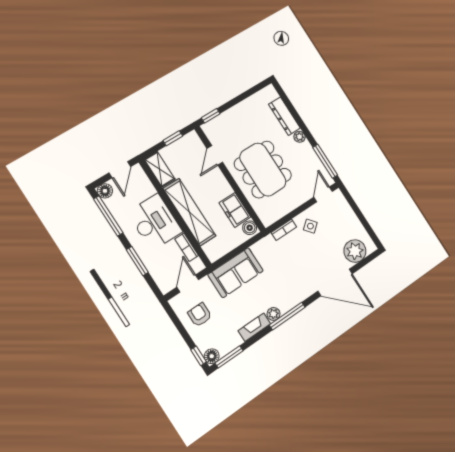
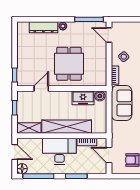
door: (215, 155) -> (41, 89), swing flipped
dining table: (263, 169) -> (69, 64), width x0.73
sofa: (236, 273) -> (122, 103), moved

